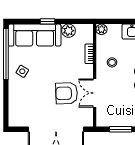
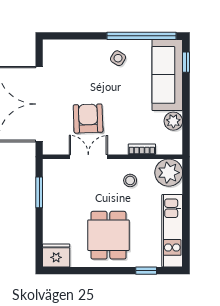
window: (48, 21) -> (186, 62), moved
plant: (102, 29) -> (169, 173), width x1.88, depth x1.88

